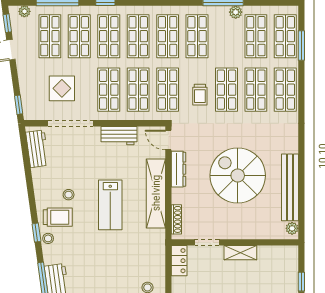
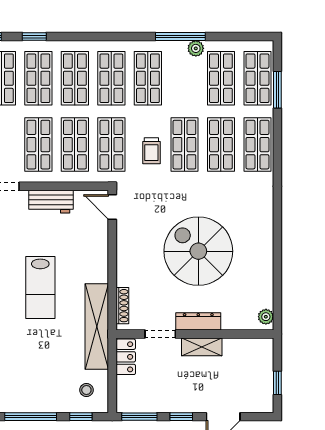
dresser: (178, 169) -> (198, 321), moved, turned -90
bench: (290, 187) -> (263, 266), removed
shelving: (156, 193) -> (97, 326), moved

